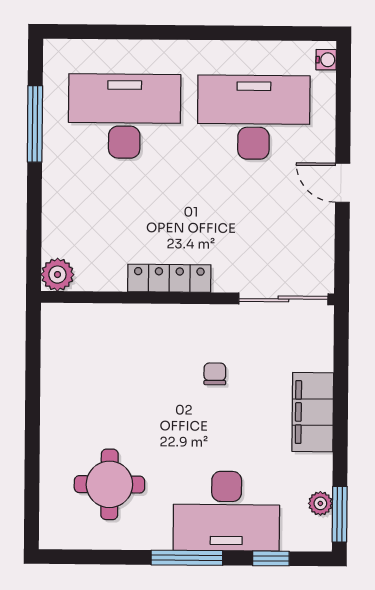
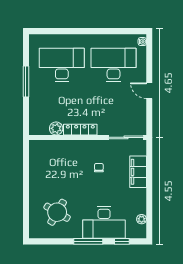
window: (35, 124) -> (26, 82), moved
plant: (57, 275) -> (56, 128), moved
filing cabinet: (313, 412) -> (138, 172), moved
round table: (109, 484) -> (57, 212), turned 30
window: (340, 514) -> (149, 223), removed

